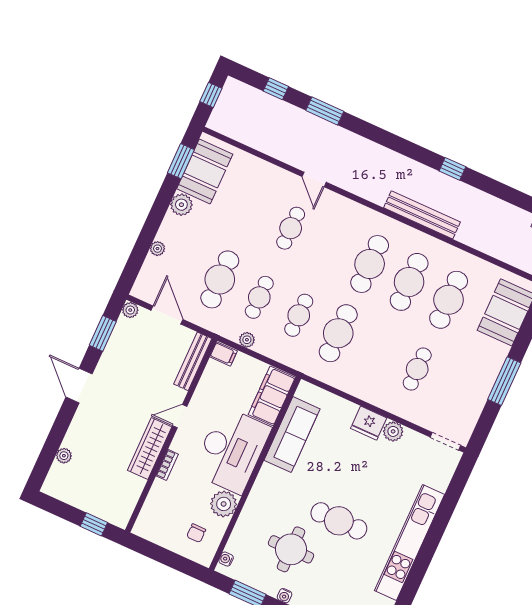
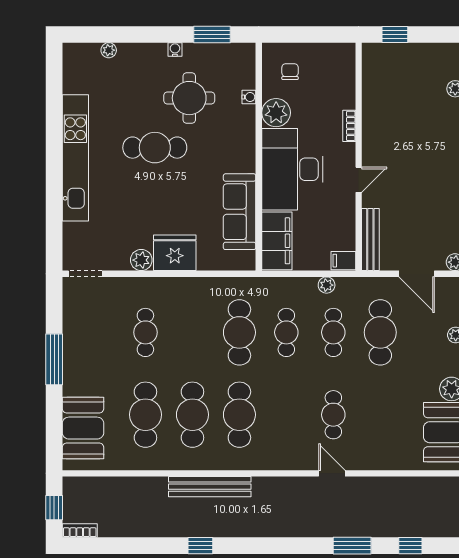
fridge: (369, 423) -> (175, 253), width x1.36, depth x1.34
wardrobe: (150, 449) -> (374, 134), removed
water cooler: (226, 559) -> (249, 97), moved

